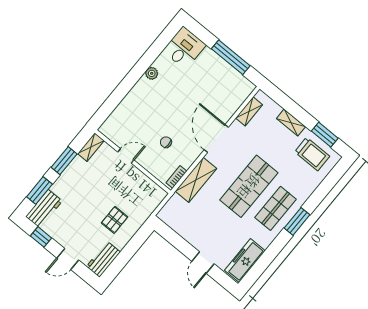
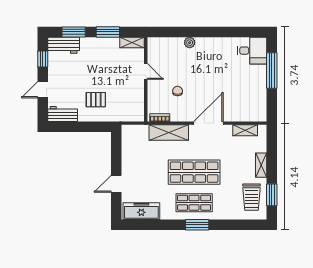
window: (231, 57) -> (272, 71), moved
plant: (152, 73) -> (190, 43), moved
door: (68, 259) -> (43, 90), hinge flipped

